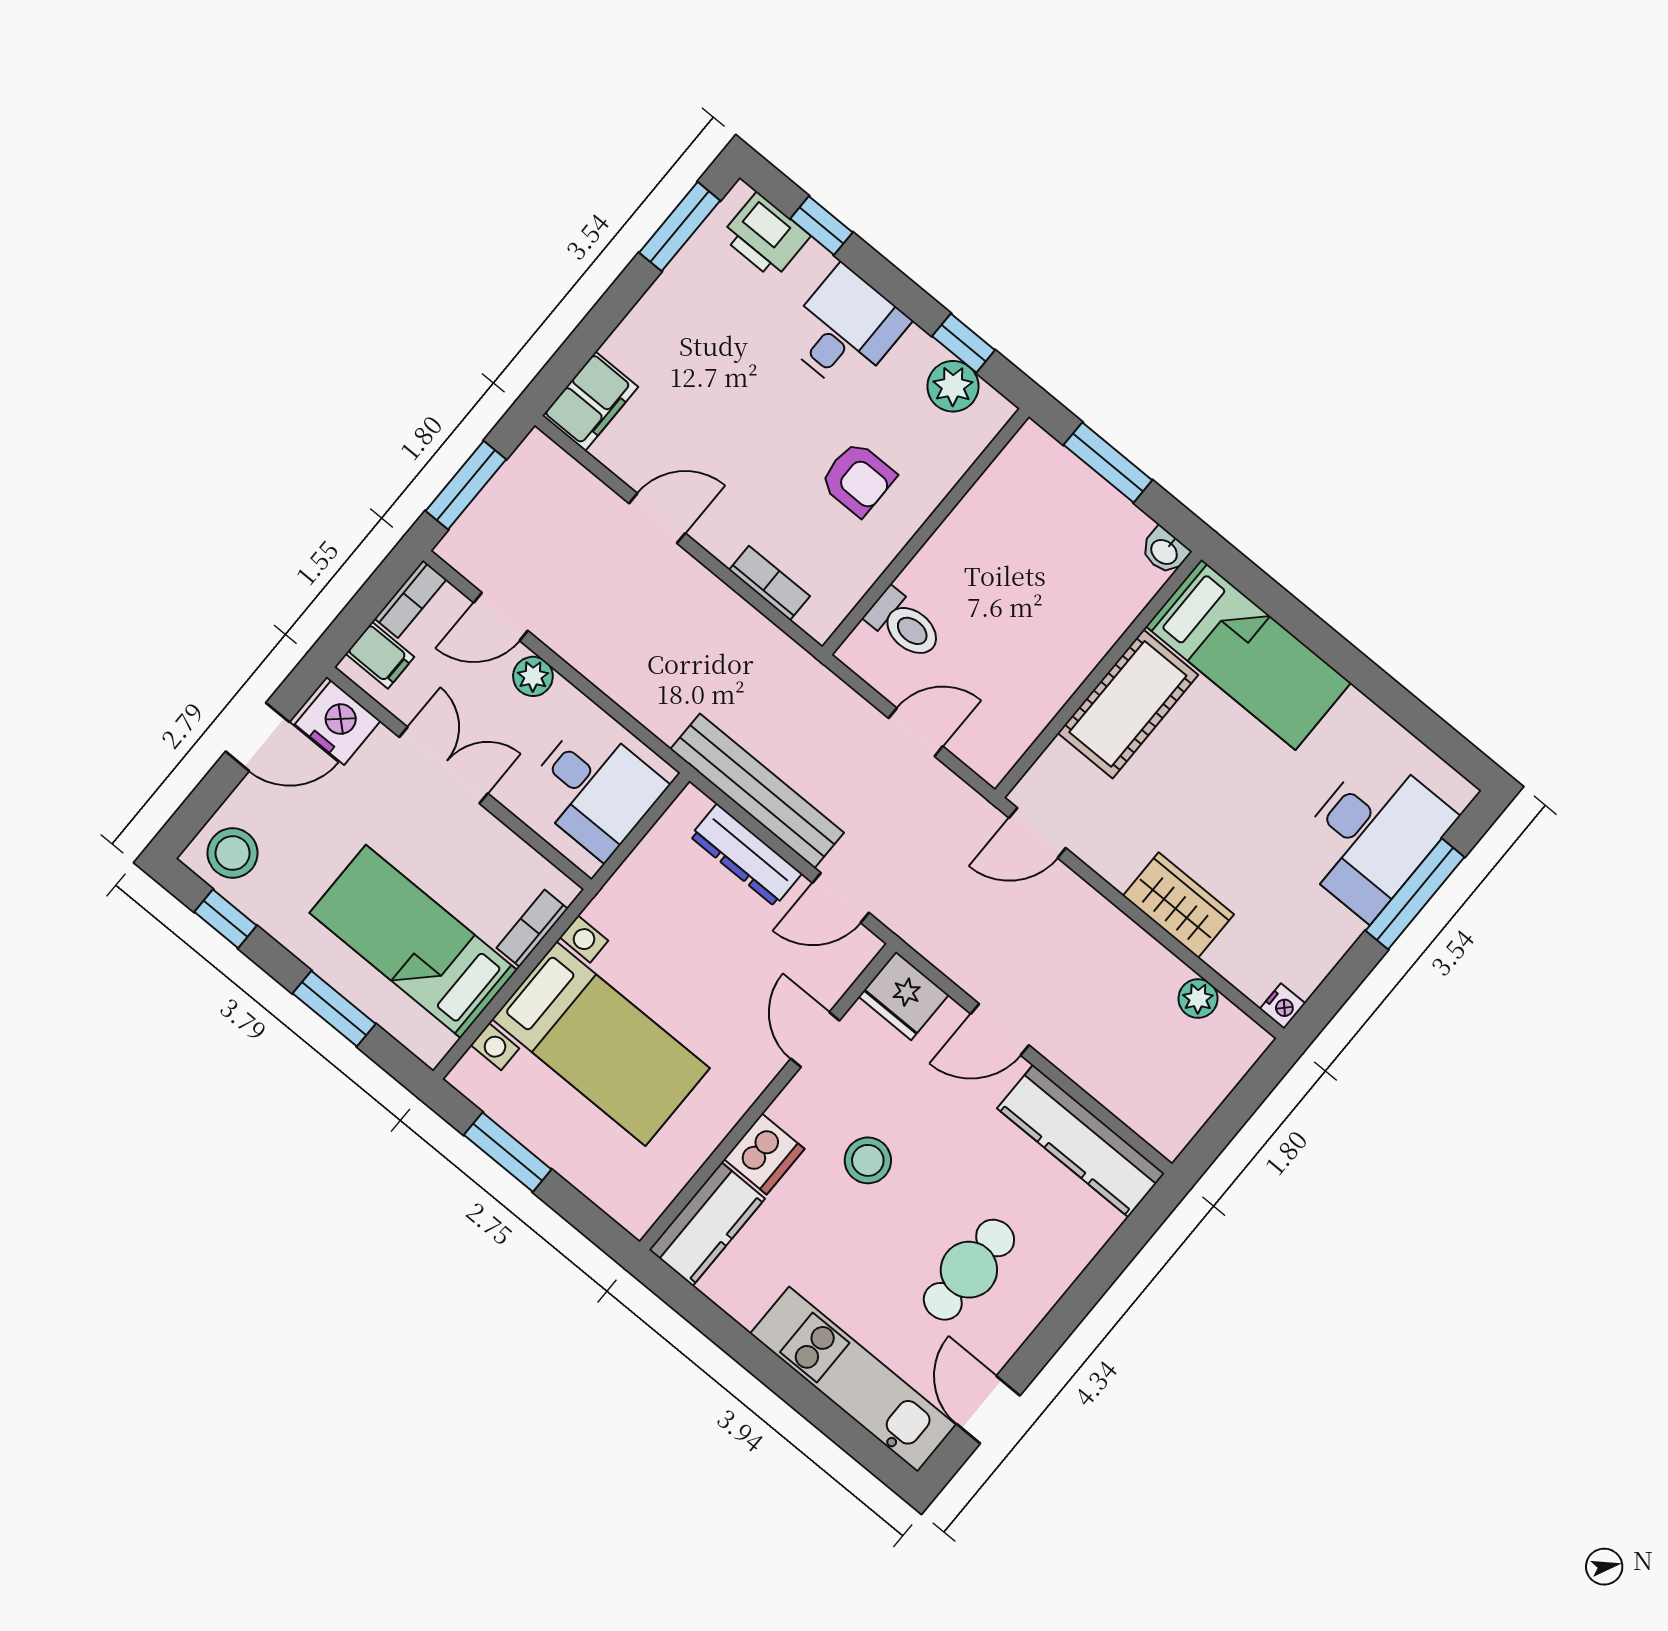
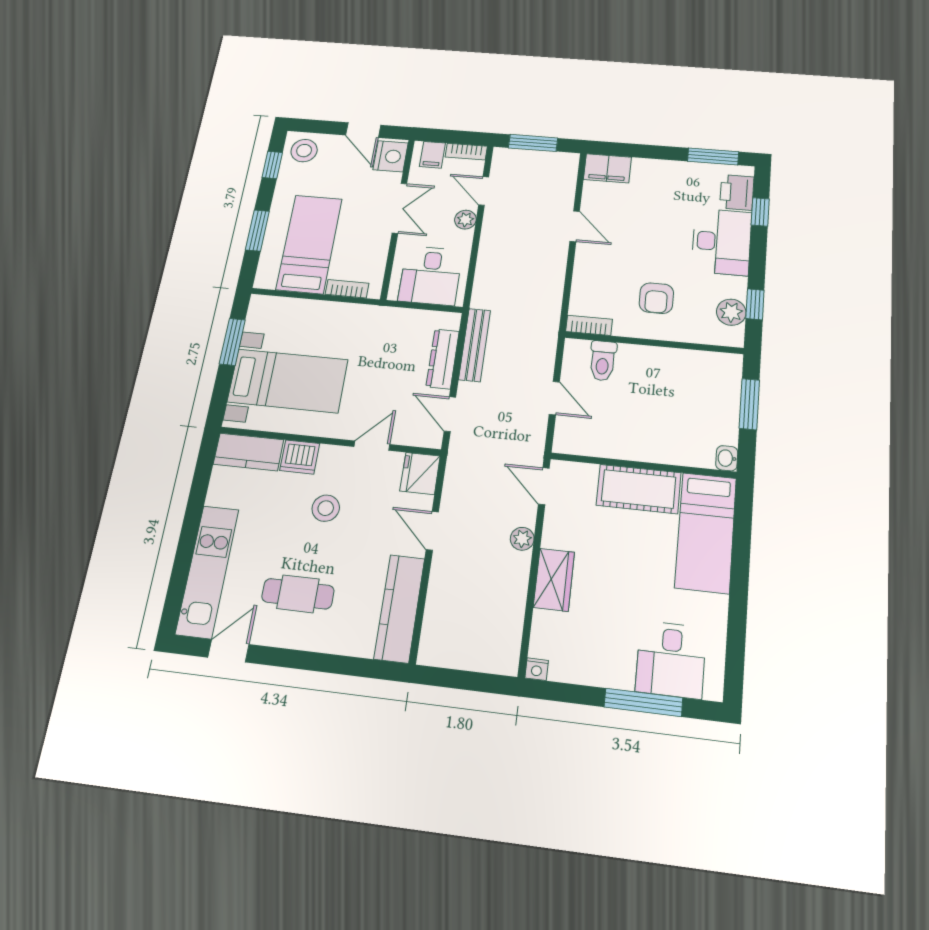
desk: (845, 330) -> (721, 242), width x1.37
bookcase: (769, 583) -> (589, 325), moved, turned -90
bench: (757, 791) -> (475, 345), width x0.73, depth x0.82
desk: (1372, 835) -> (671, 660), width x0.73
plant: (1198, 999) -> (522, 539), moved
bed with nightstands: (601, 1044) -> (288, 381), moved, turned -90

